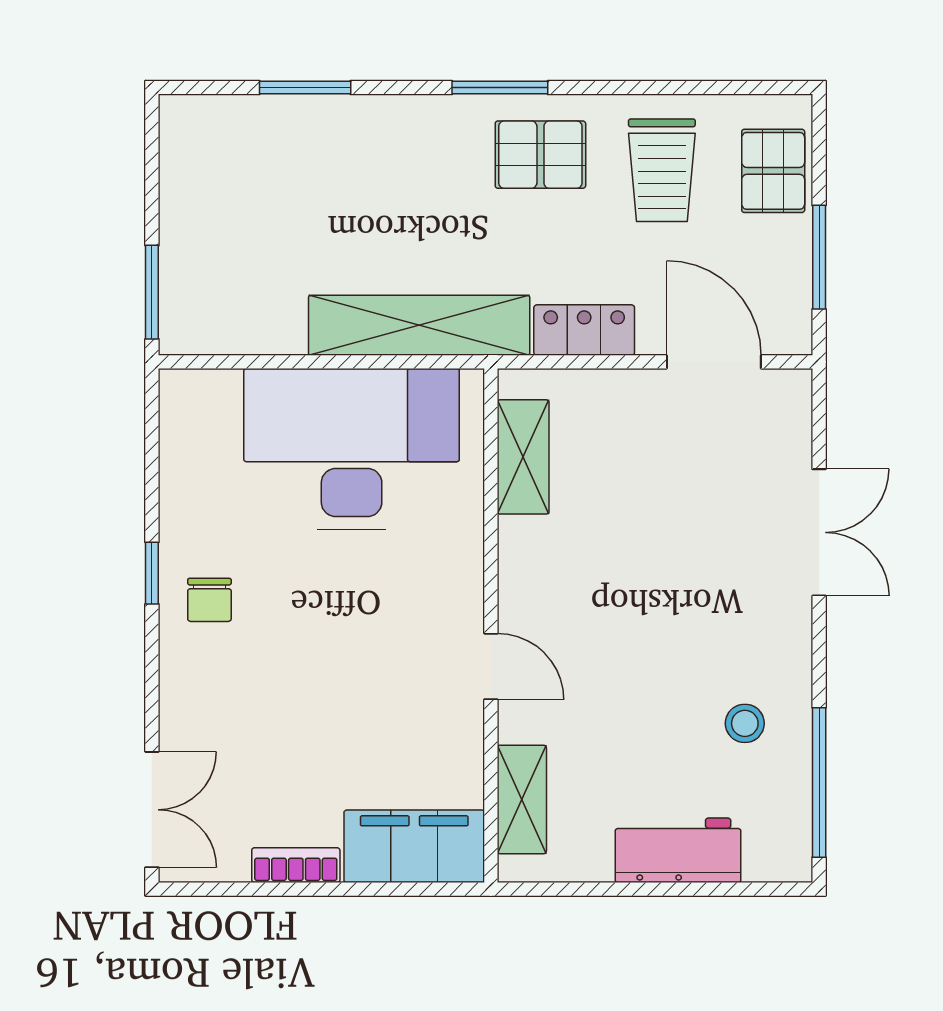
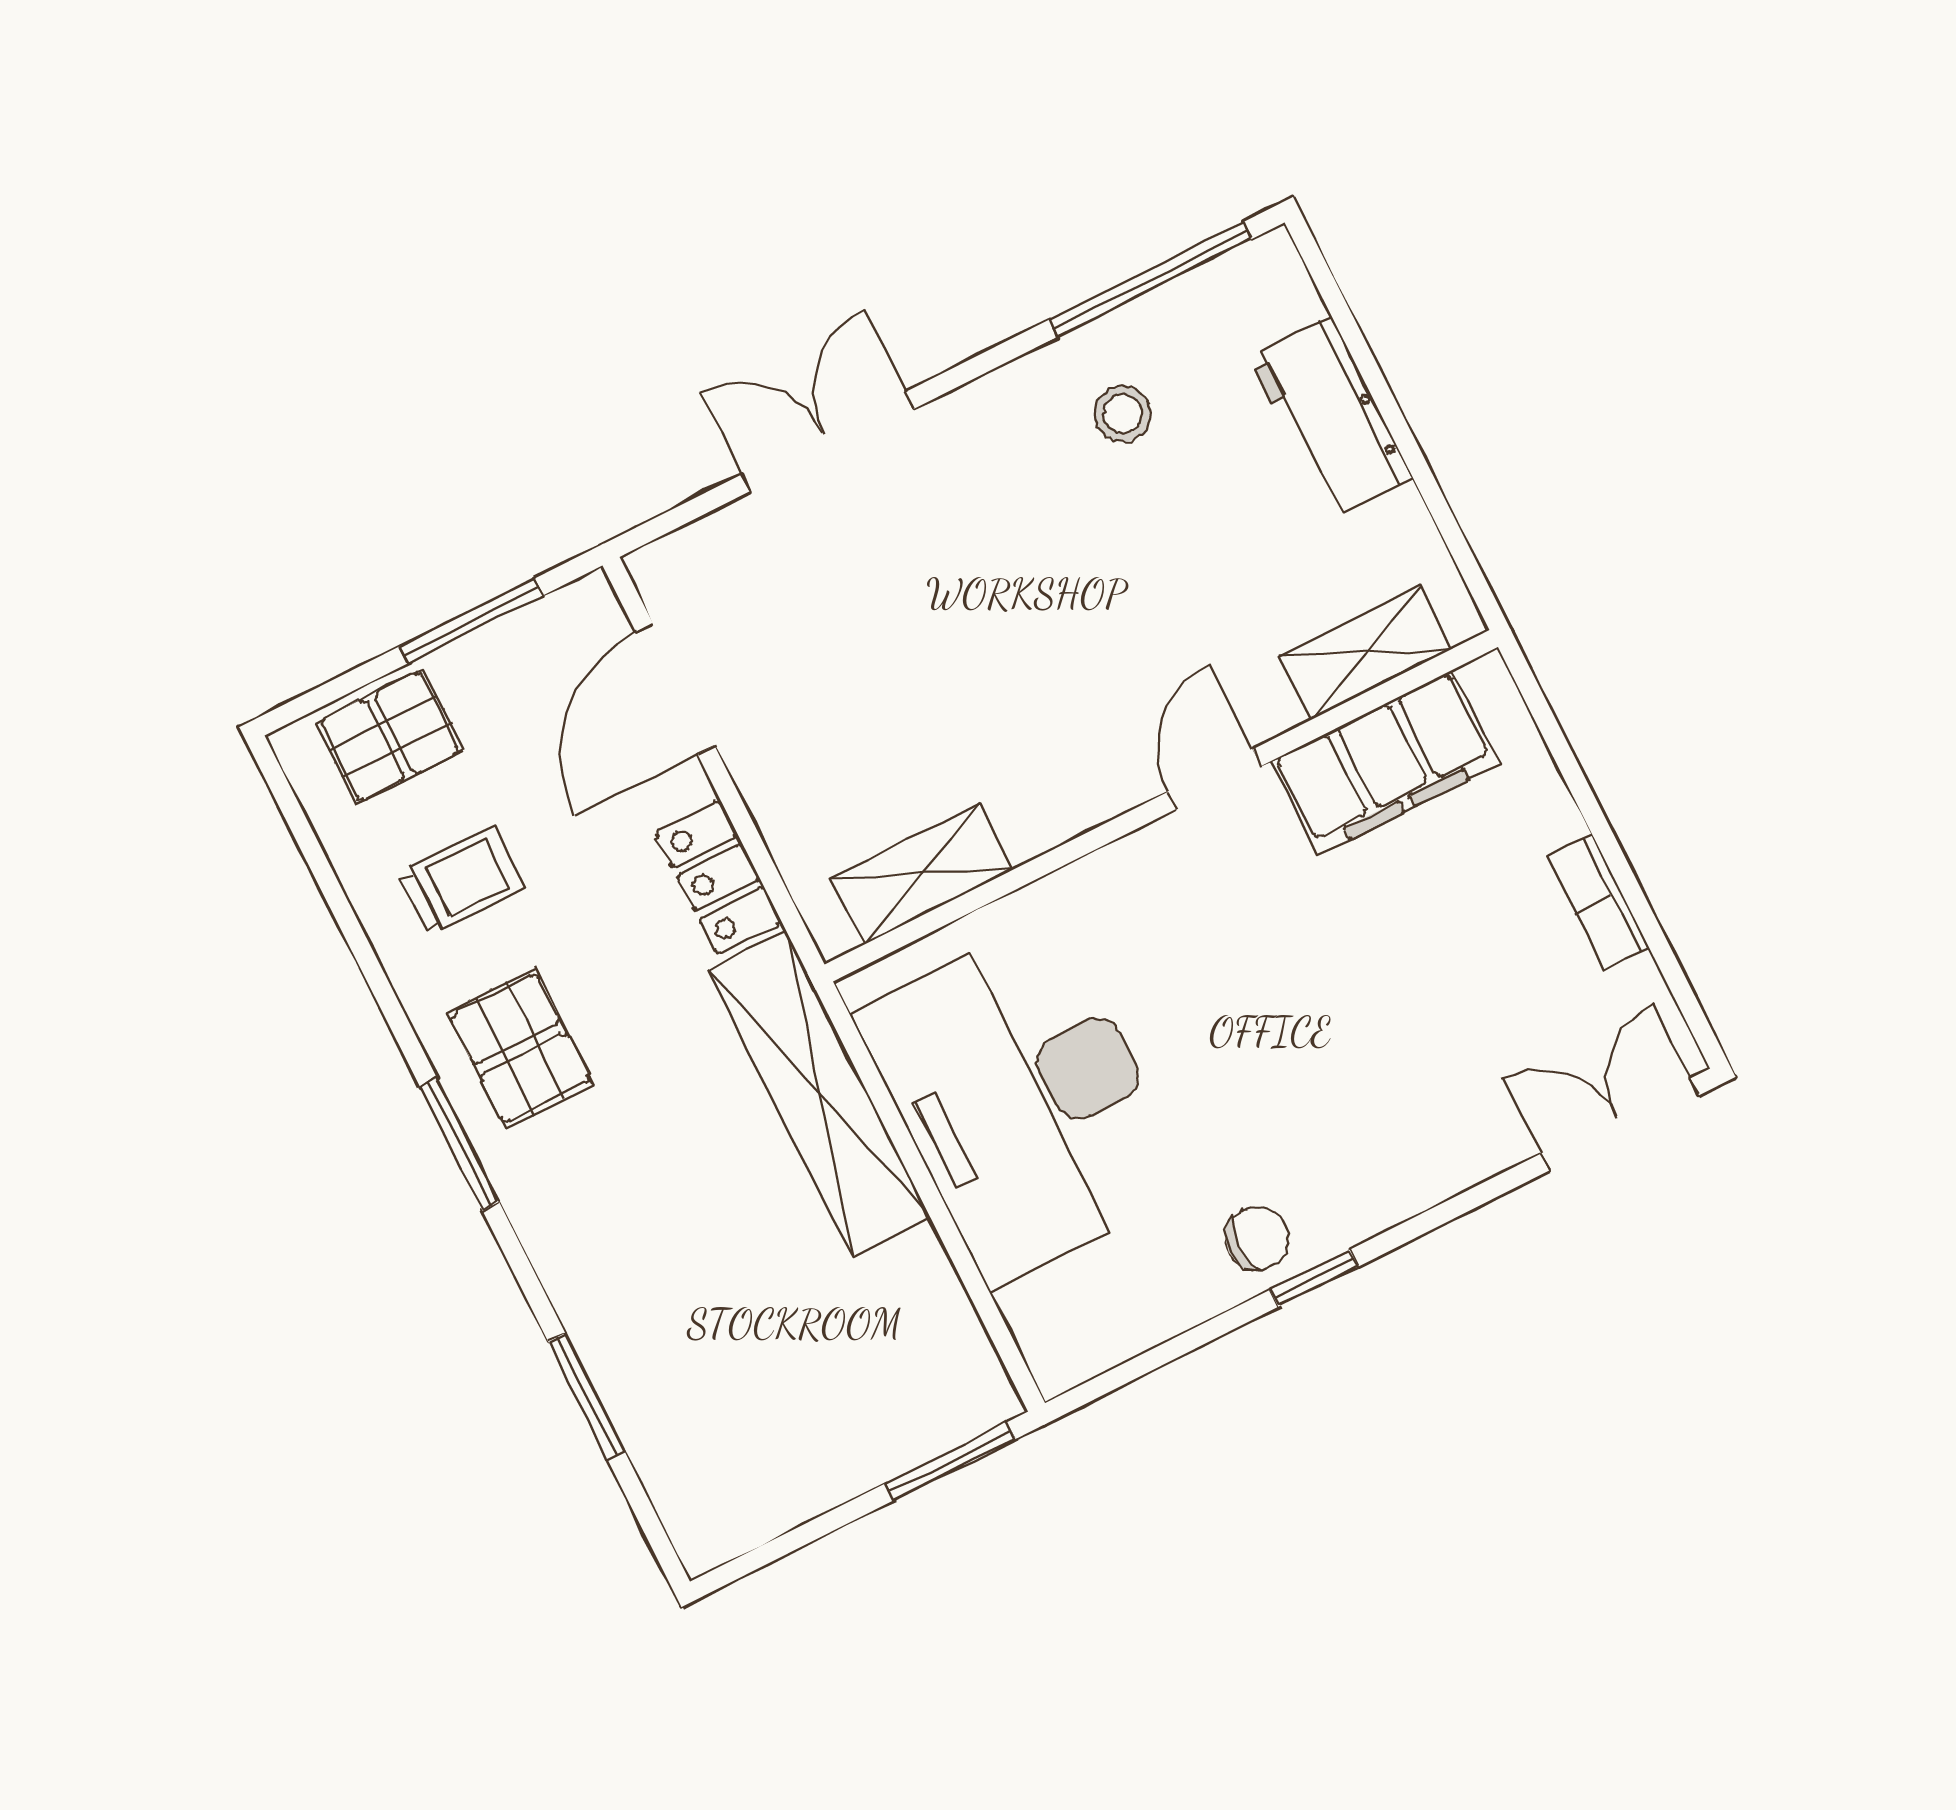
trolley: (662, 170) -> (461, 881), width x0.73, depth x0.72
chair: (209, 600) -> (1257, 1238), moved
filing cabinet: (414, 846) -> (1386, 762), moved, turned -90

